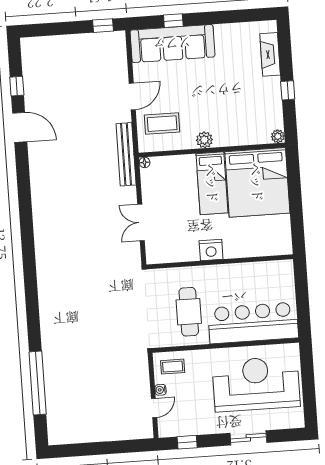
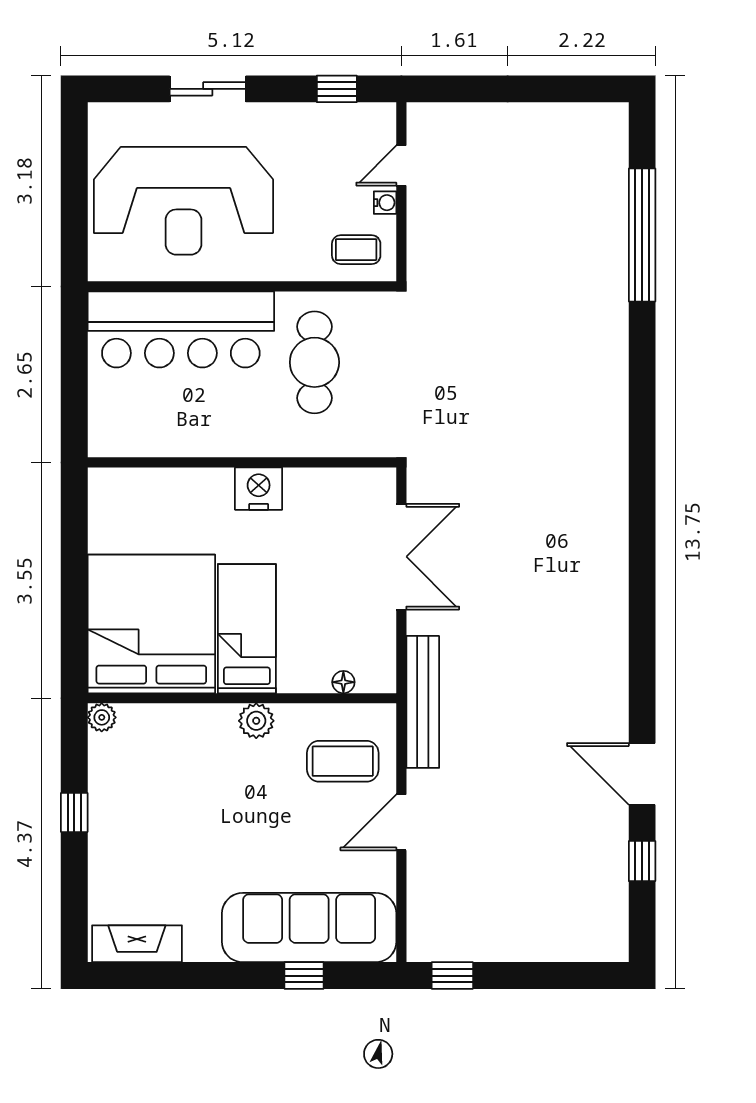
fireplace: (270, 54) -> (137, 944), moved, turned -90
floor lamp: (145, 162) -> (343, 682), moved
double door: (141, 222) -> (401, 557), width x1.37

